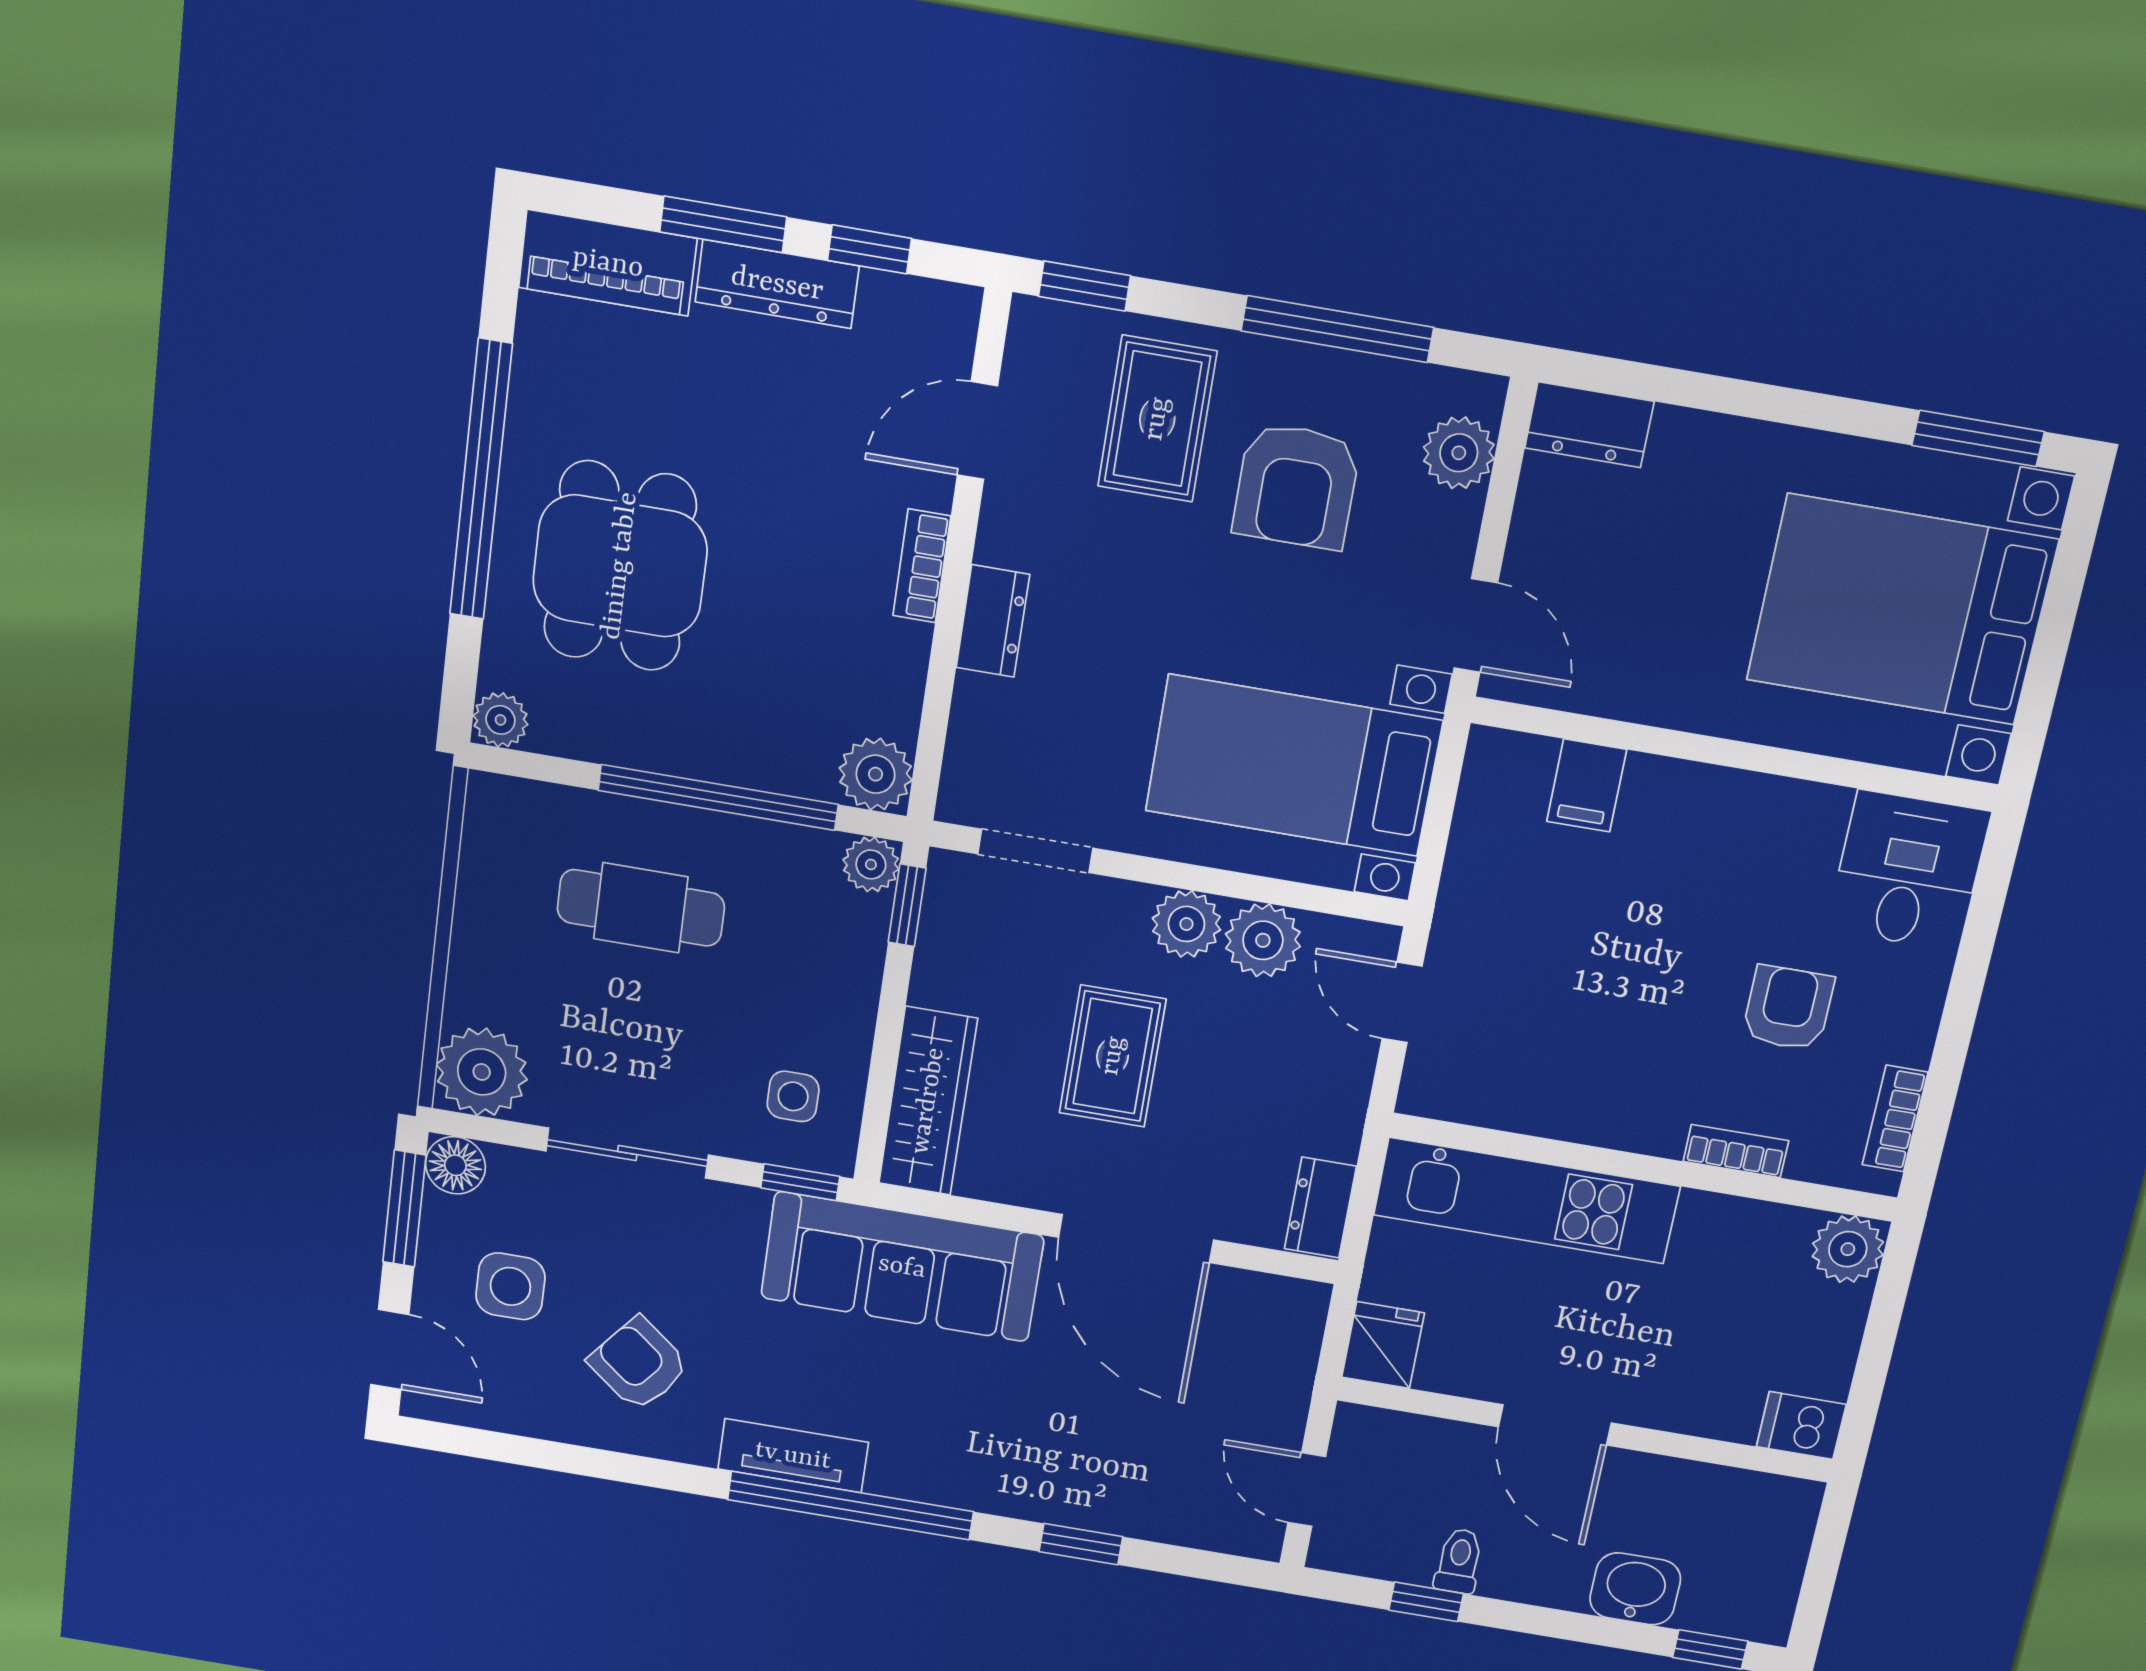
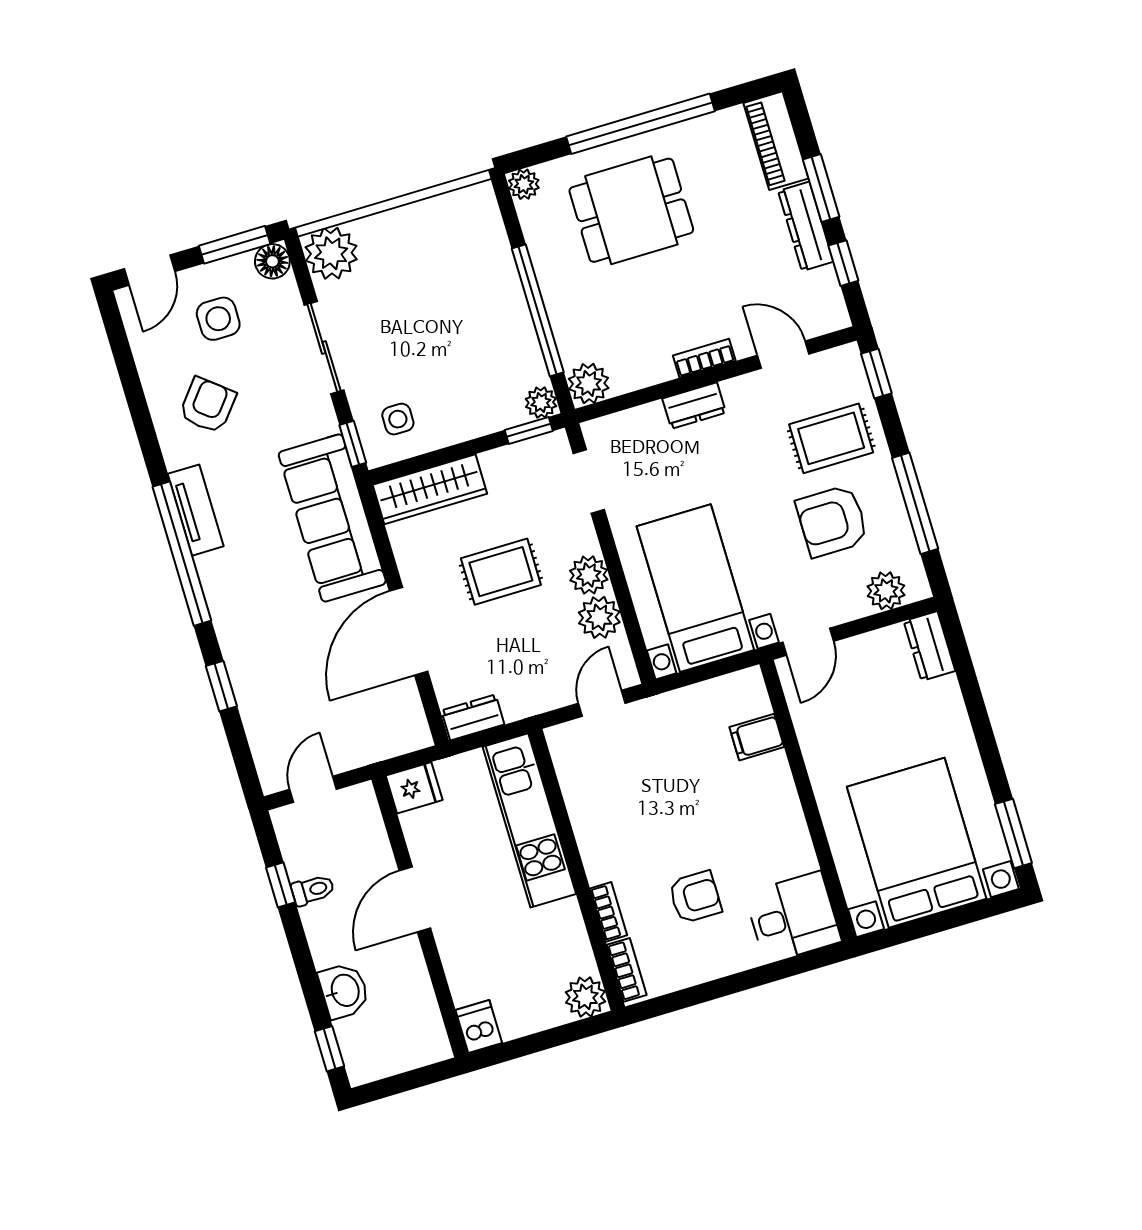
cafe table: (641, 908) -> (461, 297), removed
bookcase: (1895, 1119) -> (627, 970), moved, turned 90

